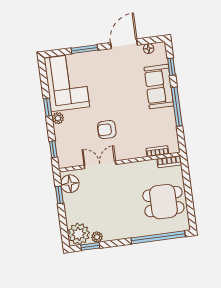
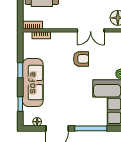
window: (84, 49) -> (91, 128), width x1.44
sofa: (159, 87) -> (33, 83), width x1.36
window: (177, 107) -> (20, 70), width x0.46

